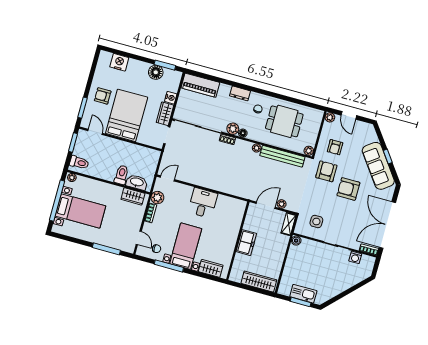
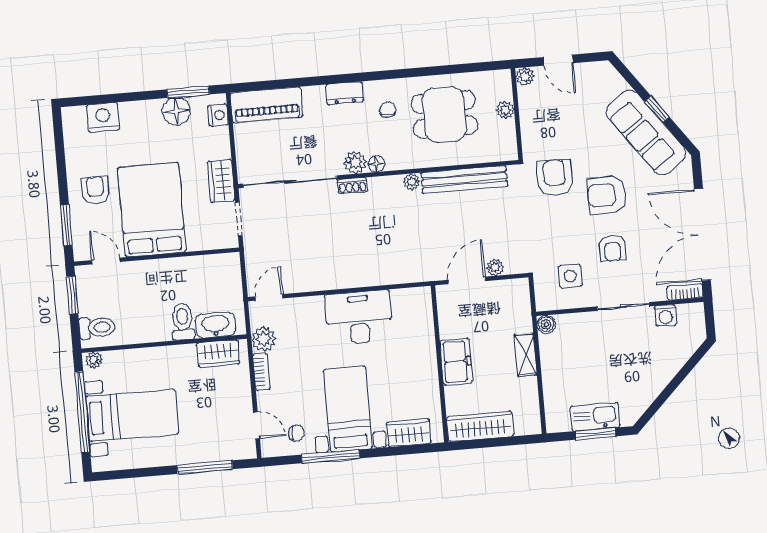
armchair: (103, 96) -> (95, 190), turned 90
nightstand: (171, 98) -> (218, 115), moved
armchair: (335, 147) -> (612, 248), moved
plant: (309, 151) -> (505, 110), moved
desk: (203, 203) -> (359, 318), width x1.37
shelving: (288, 224) -> (526, 355), moved
wardrobe: (259, 282) -> (480, 426), moved

